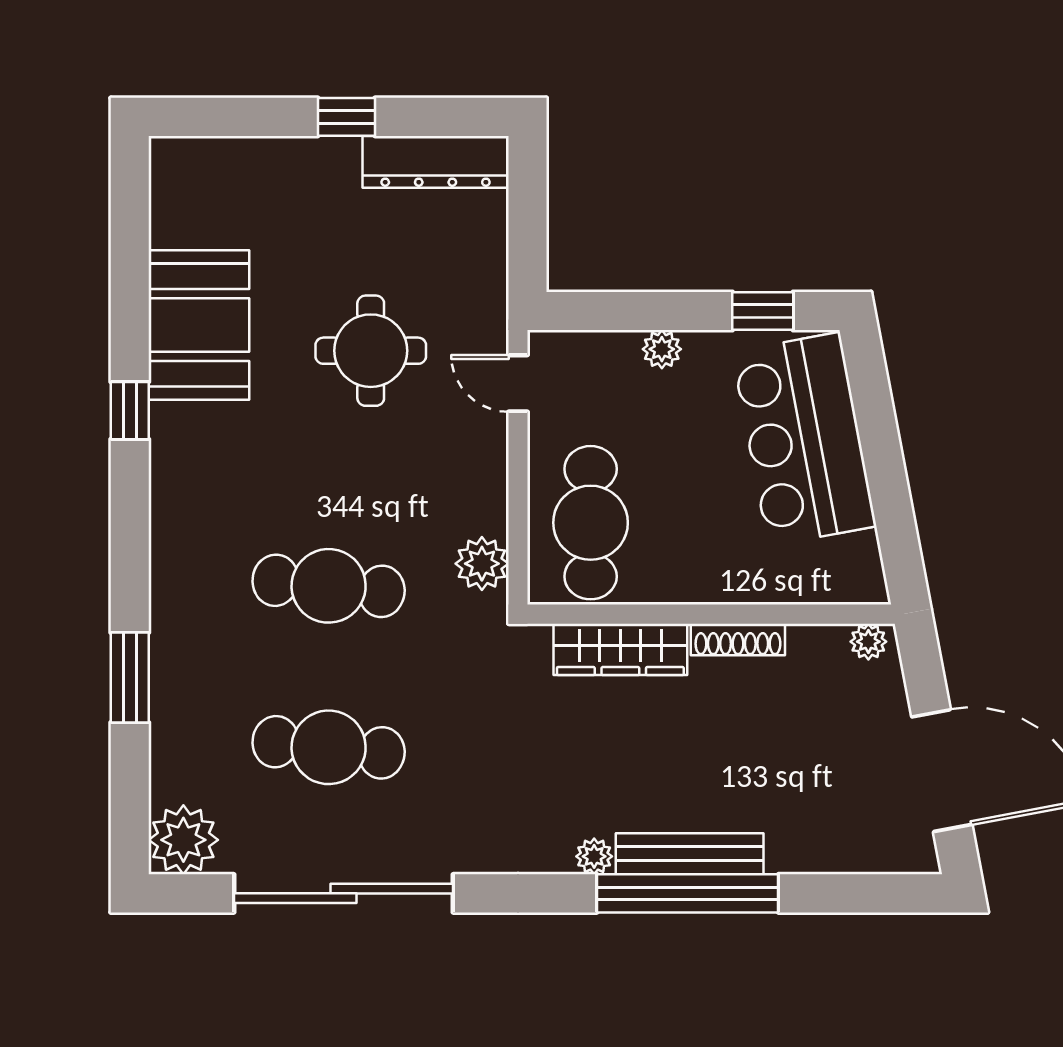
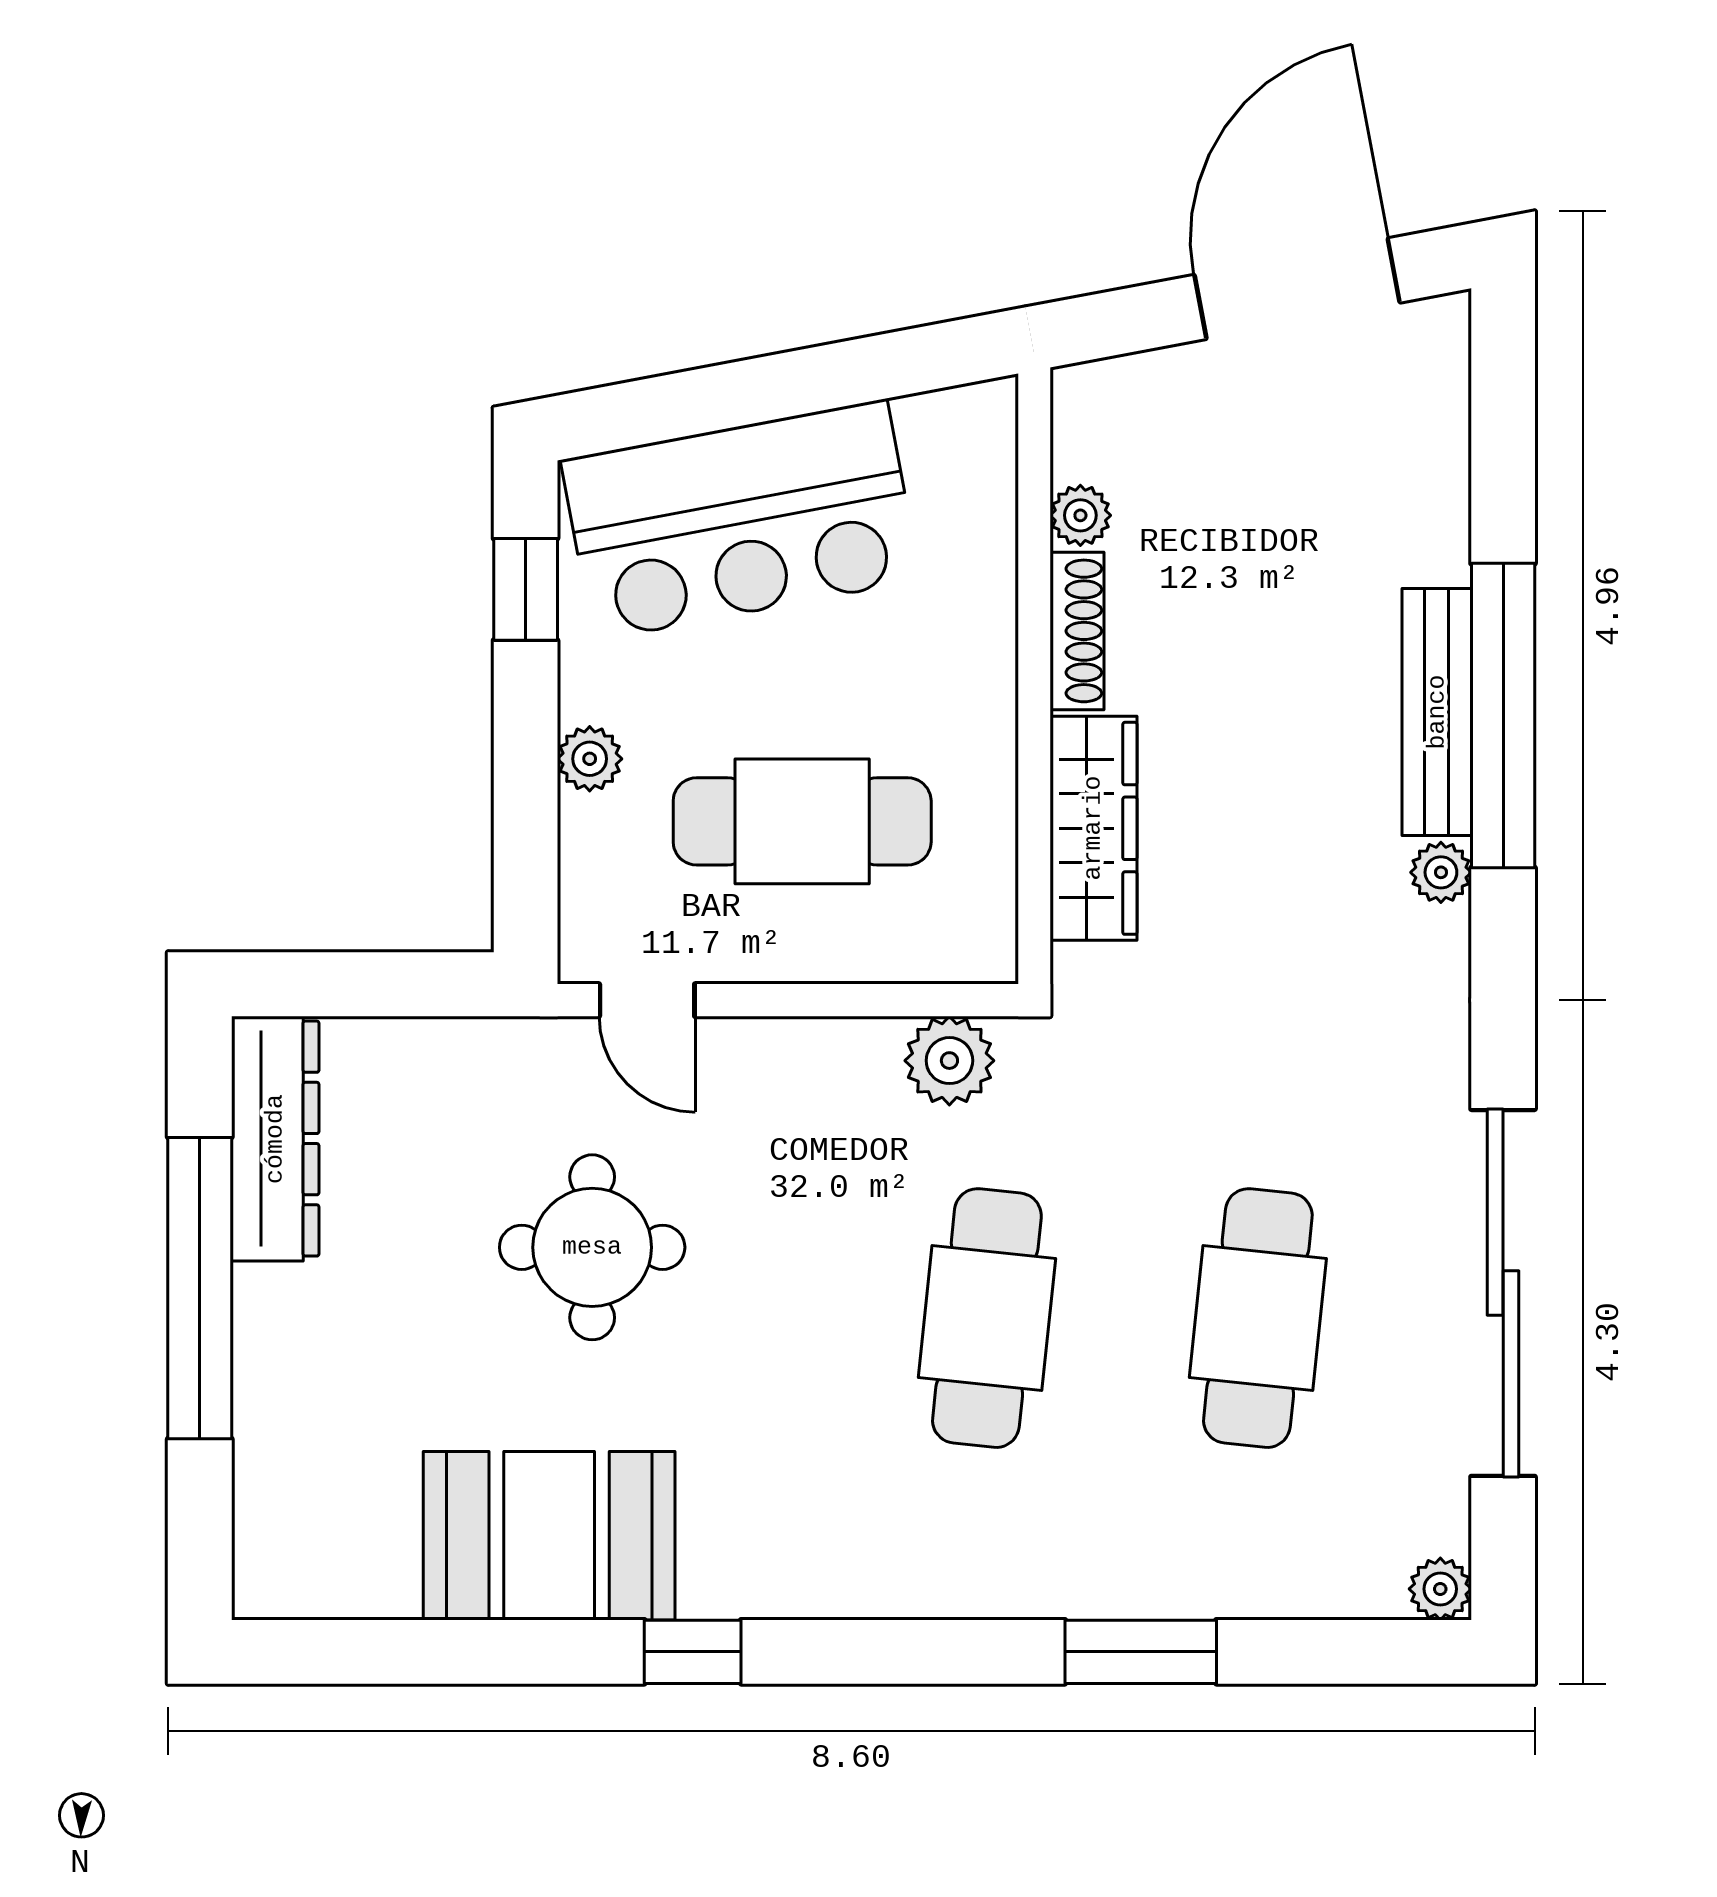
window: (346, 117) -> (200, 1288), width x3.17
door: (518, 383) -> (647, 1000), hinge flipped
cafe table: (591, 523) -> (802, 821), moved
plant: (868, 642) -> (1080, 515), moved
plant: (183, 840) -> (1440, 1589), width x0.53, depth x0.53

